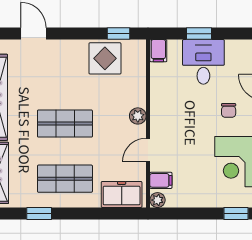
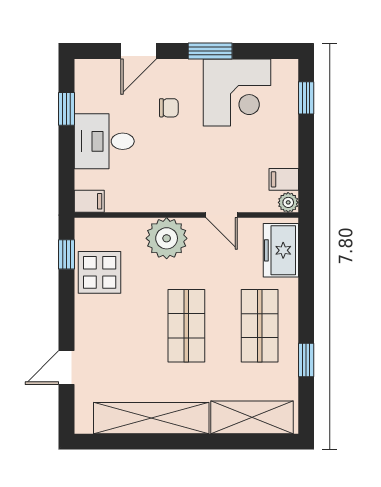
window: (199, 34) -> (67, 109), moved
plant: (138, 116) -> (167, 238), width x1.87, depth x1.87
filing cabinet: (161, 180) -> (284, 179), moved, turned -90

